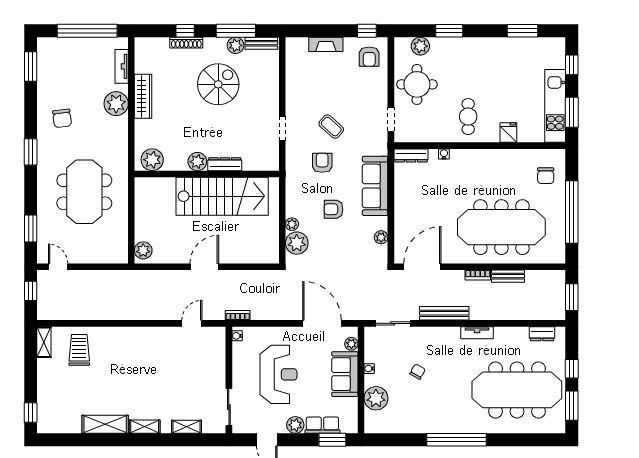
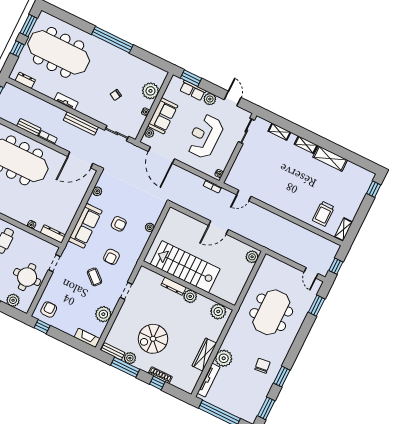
fireplace: (326, 44) -> (87, 338), moved
tv unit: (122, 66) -> (209, 380), width x1.41
window: (31, 152) -> (282, 377), moved
plant: (297, 243) -> (103, 314), moved

